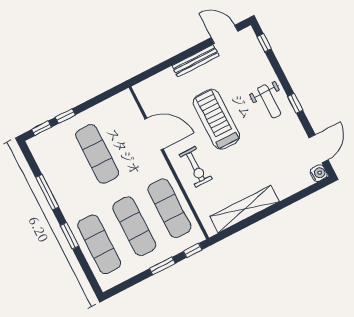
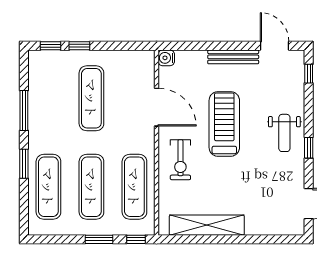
water cooler: (319, 173) -> (166, 58), moved, turned 180

